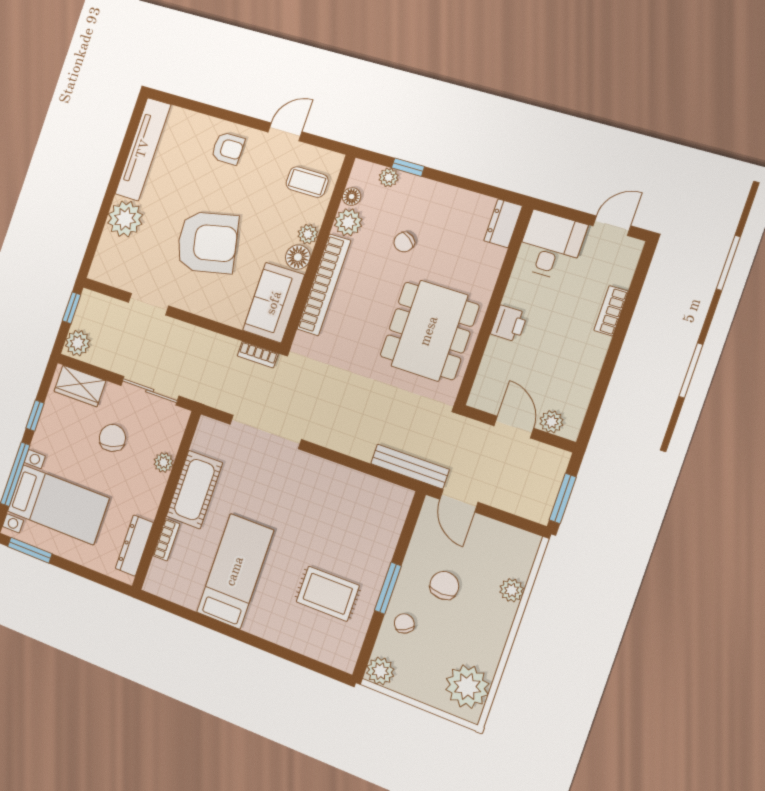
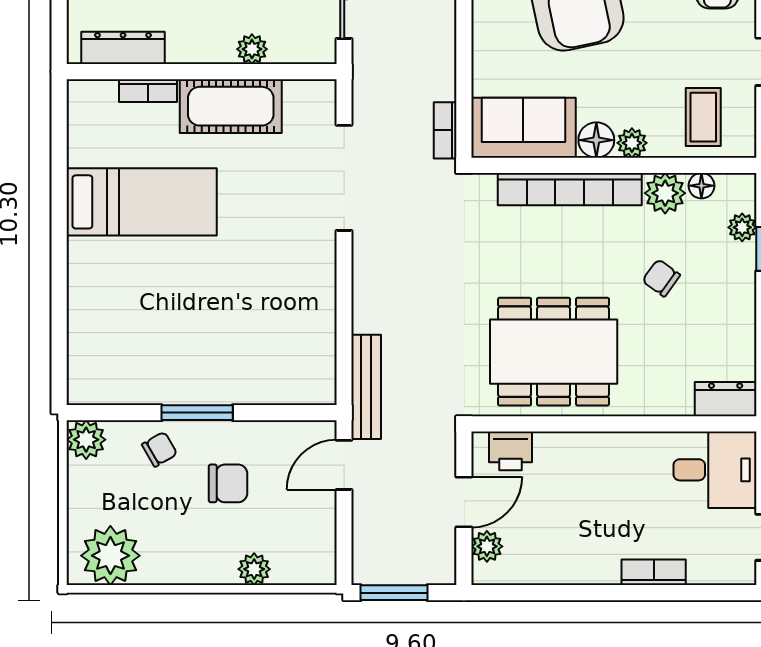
printer: (509, 324) -> (510, 451), moved
rug: (328, 594) -> (160, 337), removed

